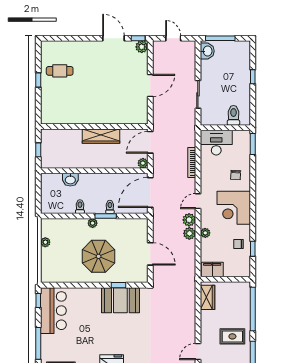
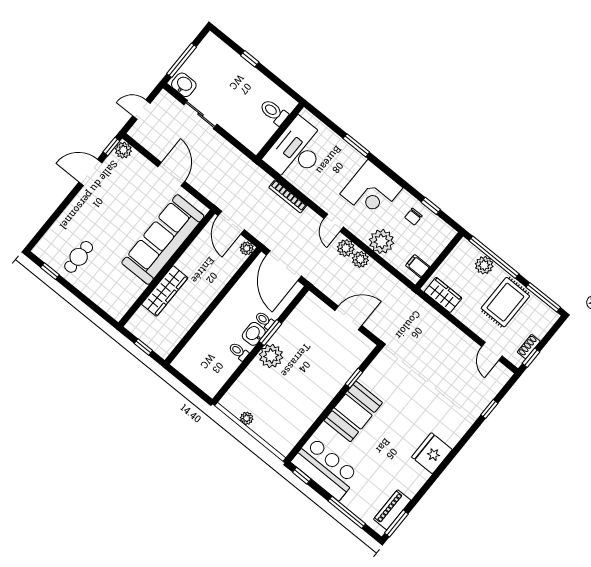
window: (38, 80) -> (50, 271), moved
sliding door: (198, 94) -> (201, 115), moved
sofa: (109, 111) -> (163, 239), added
wardrobe: (101, 136) -> (165, 291), moved
desk: (216, 143) -> (297, 151), width x1.36, depth x1.30
window: (253, 144) -> (356, 145), moved
chair: (236, 175) -> (338, 161), removed
washbasin: (70, 180) -> (254, 334), moved, turned 180
plant: (93, 223) -> (271, 356), width x1.88, depth x1.88
plant: (205, 233) -> (381, 241), width x1.87, depth x1.87
parasol: (99, 256) -> (307, 375), removed
filing cabinet: (212, 269) -> (418, 266), width x0.50
booth: (120, 300) -> (353, 412), moved
plant: (244, 307) -> (484, 265), added
rug: (232, 336) -> (505, 302), width x1.36, depth x1.43

